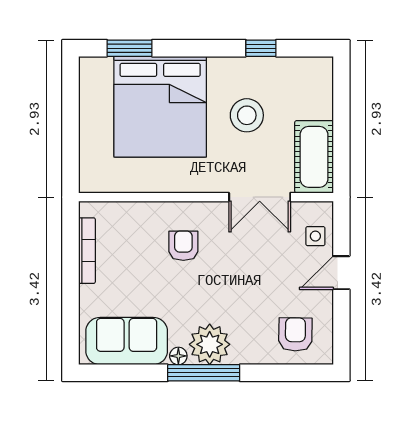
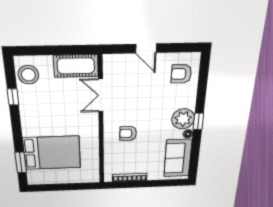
bed: (160, 107) -> (52, 153), width x0.73
stool: (247, 115) -> (28, 75), moved
double door: (260, 197) -> (101, 95), swing flipped
side table: (315, 236) -> (124, 64), removed
window: (204, 373) -> (198, 121), width x0.46

